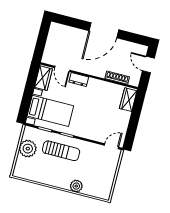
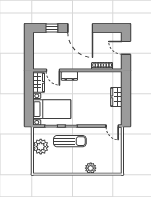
window: (73, 22) -> (52, 28), added
door: (104, 30) -> (80, 28), hinge flipped
wardrobe: (128, 100) -> (116, 97), moved
door: (111, 146) -> (112, 126), swing flipped

